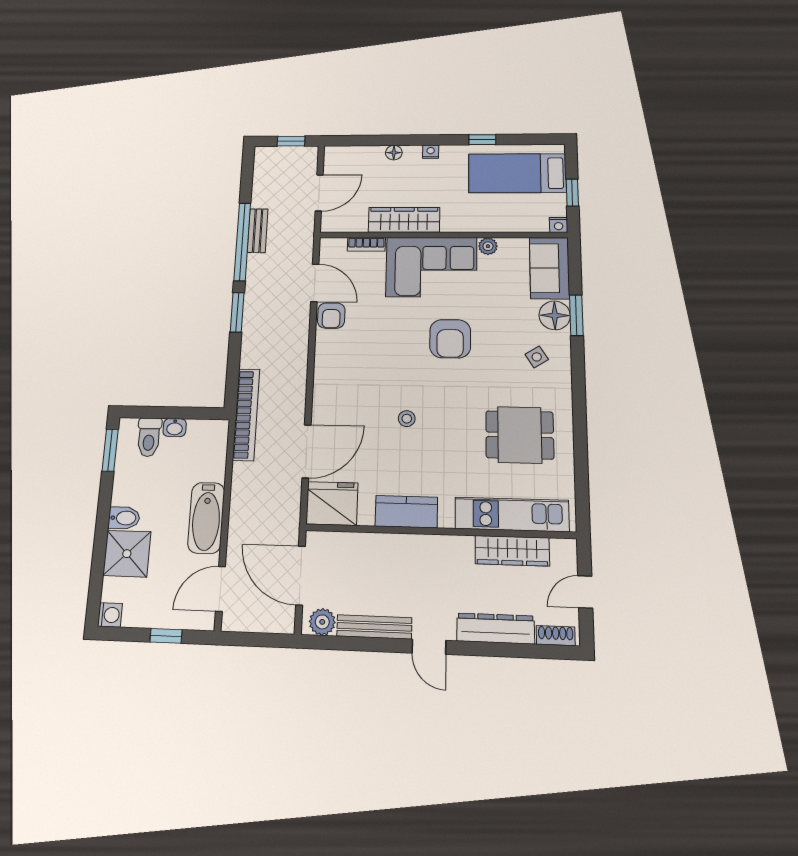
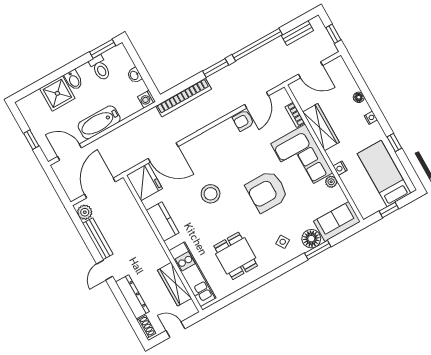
nightstand: (559, 225) -> (340, 168), moved
bench: (258, 231) -> (297, 33), moved
armchair: (450, 339) -> (267, 191), width x1.36, depth x1.36
bookcase: (246, 414) -> (184, 98), moved
stool: (407, 419) -> (211, 194), width x1.89, depth x1.89
toilet: (149, 437) -> (100, 68), moved, turned -90
washing machine: (110, 615) -> (147, 99), moved, turned 90

